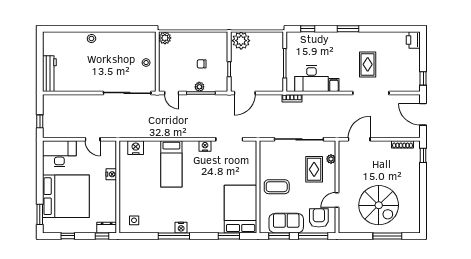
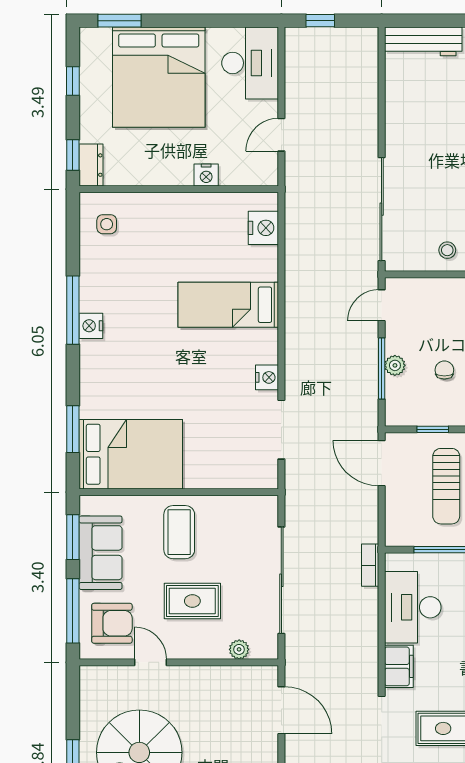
sun lounger: (255, 63) -> (446, 486), added
filing cabinet: (334, 85) -> (399, 666), width x2.00
rug: (314, 169) -> (192, 601), moved

